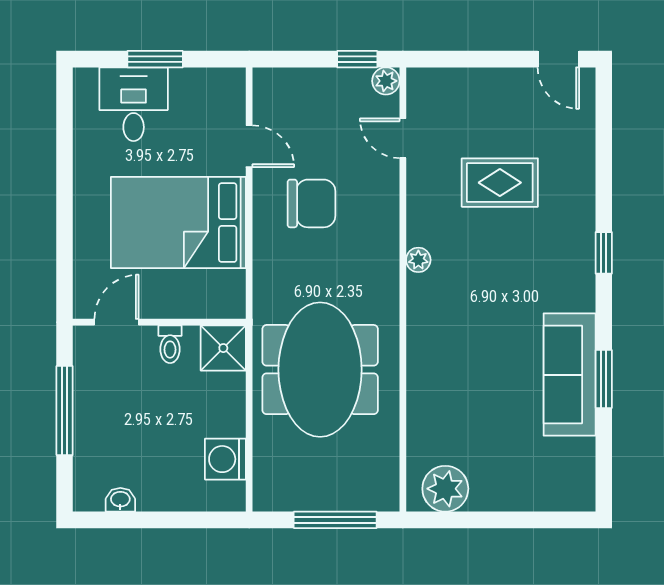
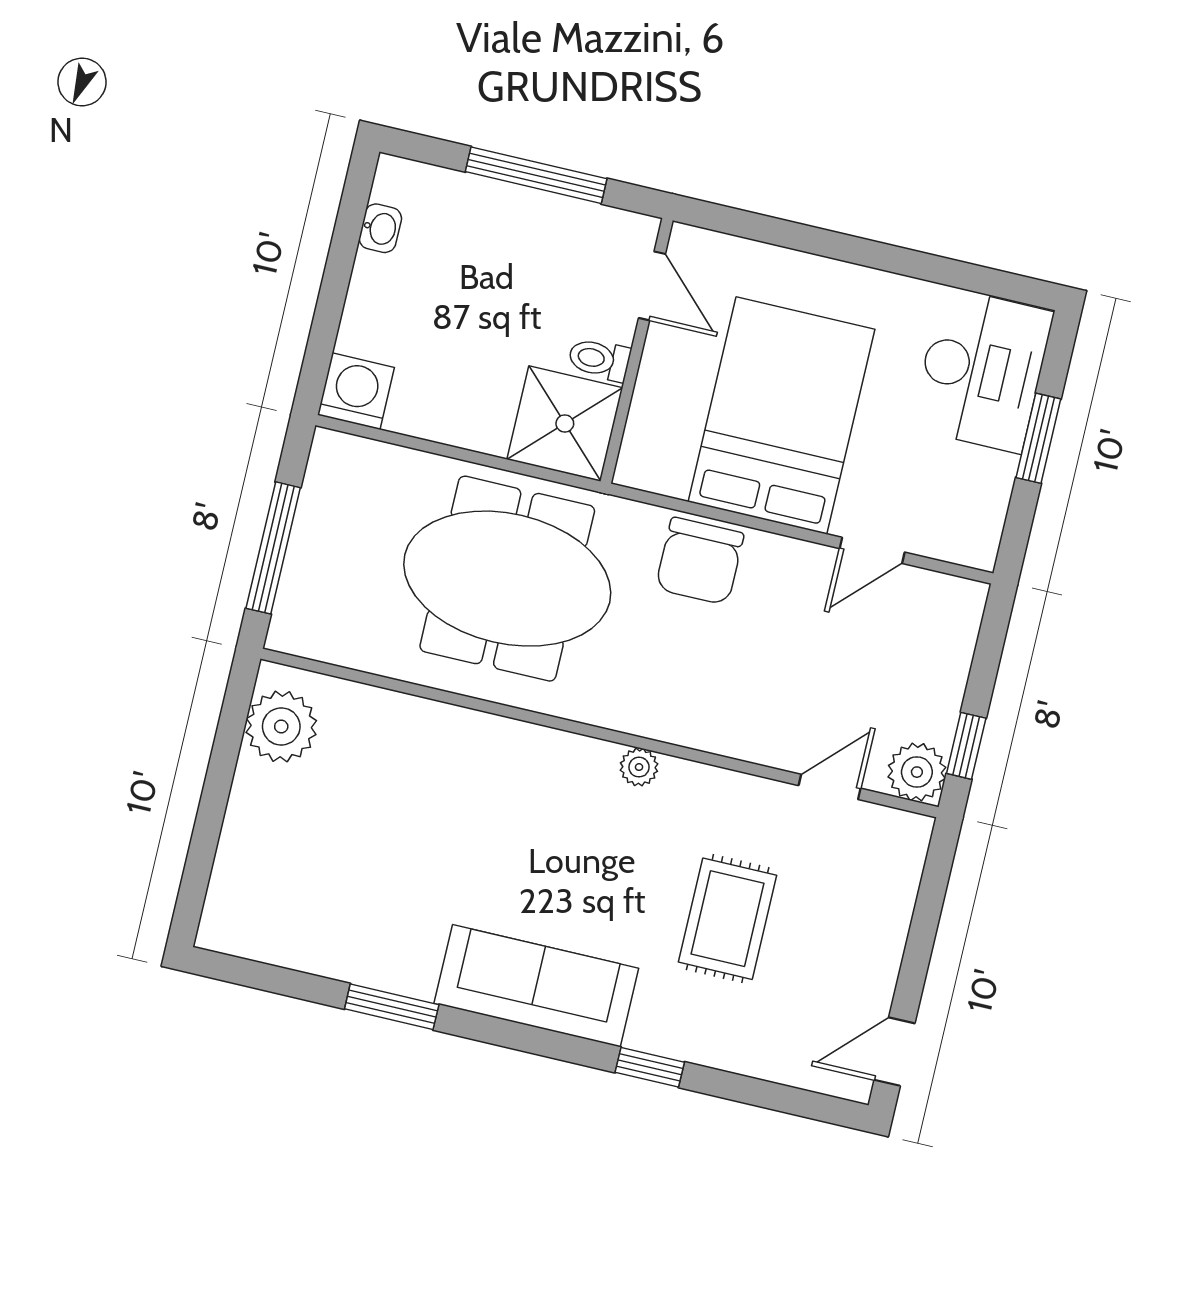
plant: (386, 81) -> (917, 772), width x1.38, depth x1.38
desk: (134, 104) -> (982, 370), width x1.37
chair: (311, 203) -> (700, 561), moved
window: (604, 253) -> (650, 1067), moved
shower: (223, 348) -> (565, 424), width x1.36, depth x1.36
sofa: (570, 375) -> (536, 986), moved
washing machine: (225, 459) -> (356, 391), moved

